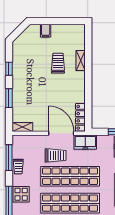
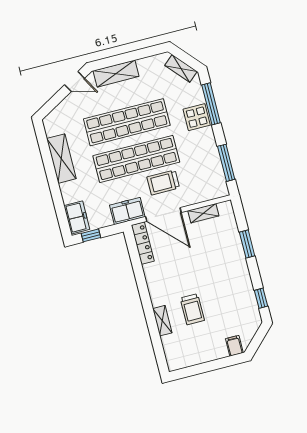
filing cabinet: (46, 31) -> (234, 346), moved
window: (9, 69) -> (261, 298), moved
shelving: (22, 127) -> (203, 213), moved
trolley: (18, 166) -> (210, 154), removed

